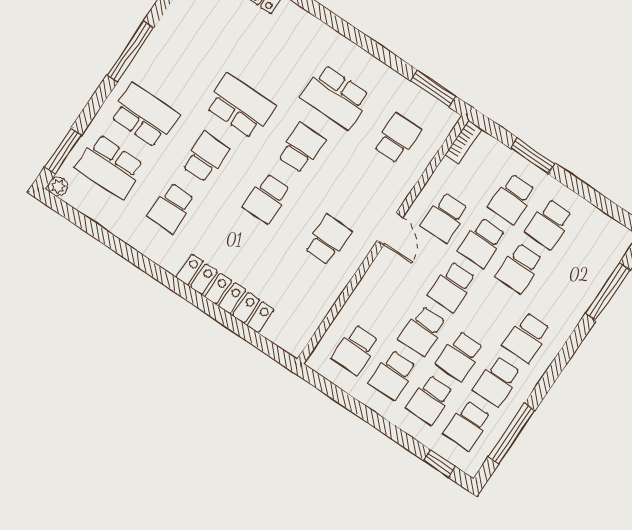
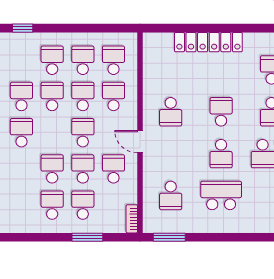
school desk: (467, 425) -> (113, 96), moved

